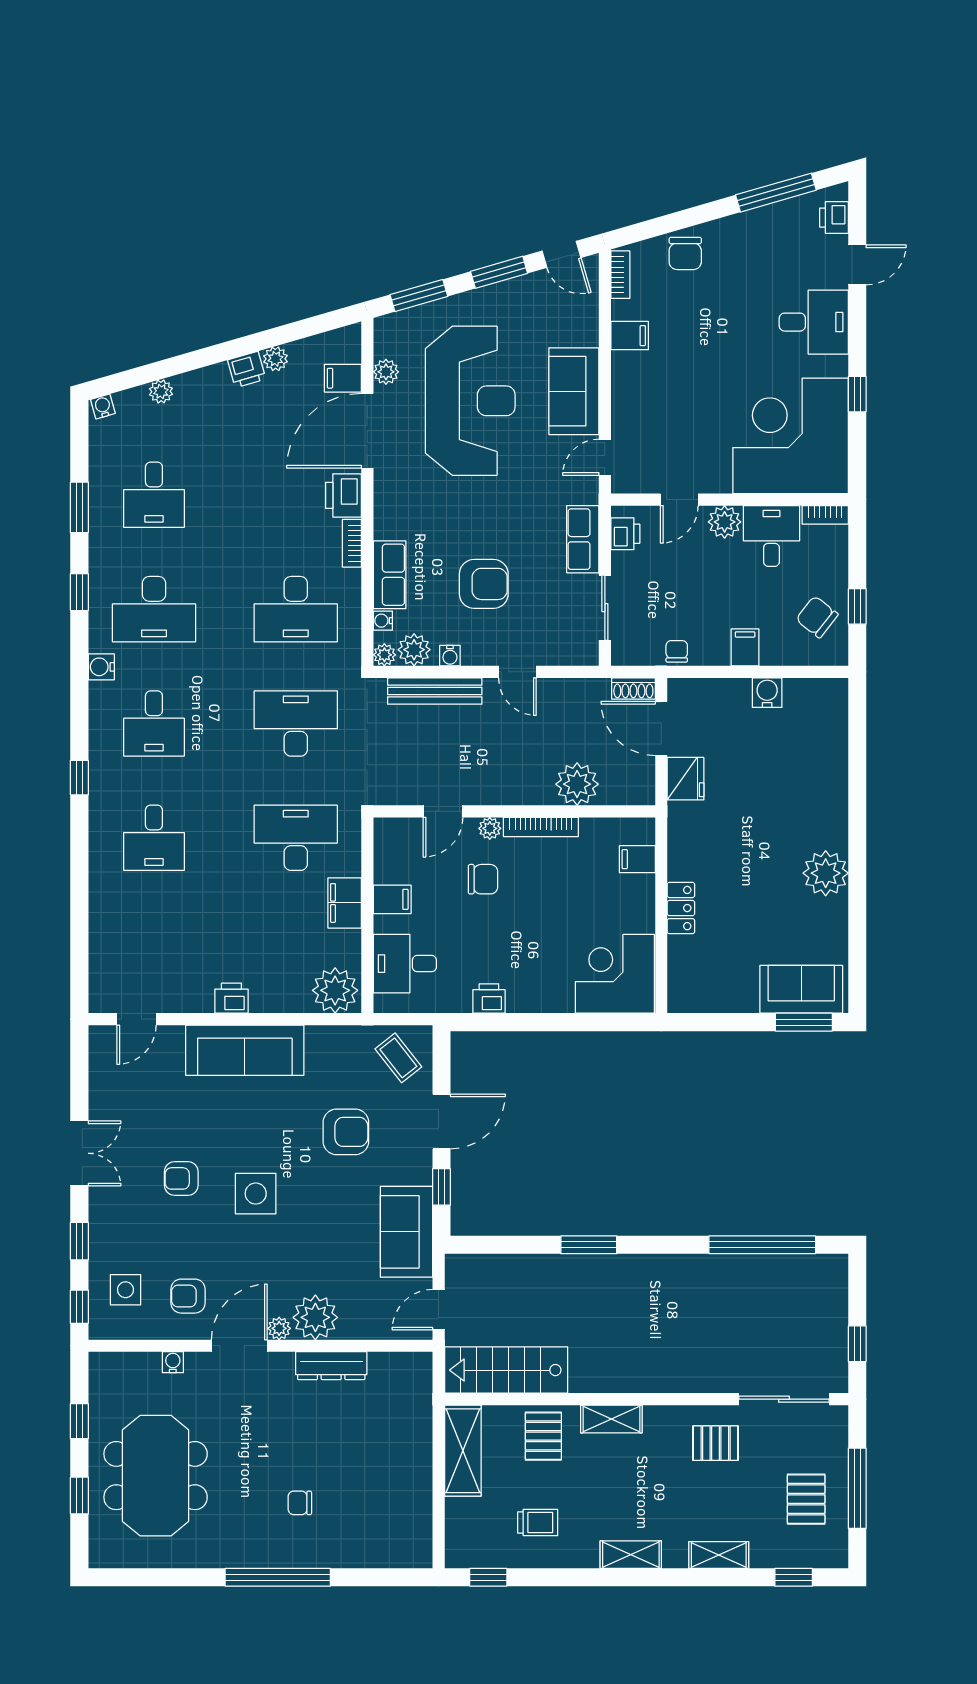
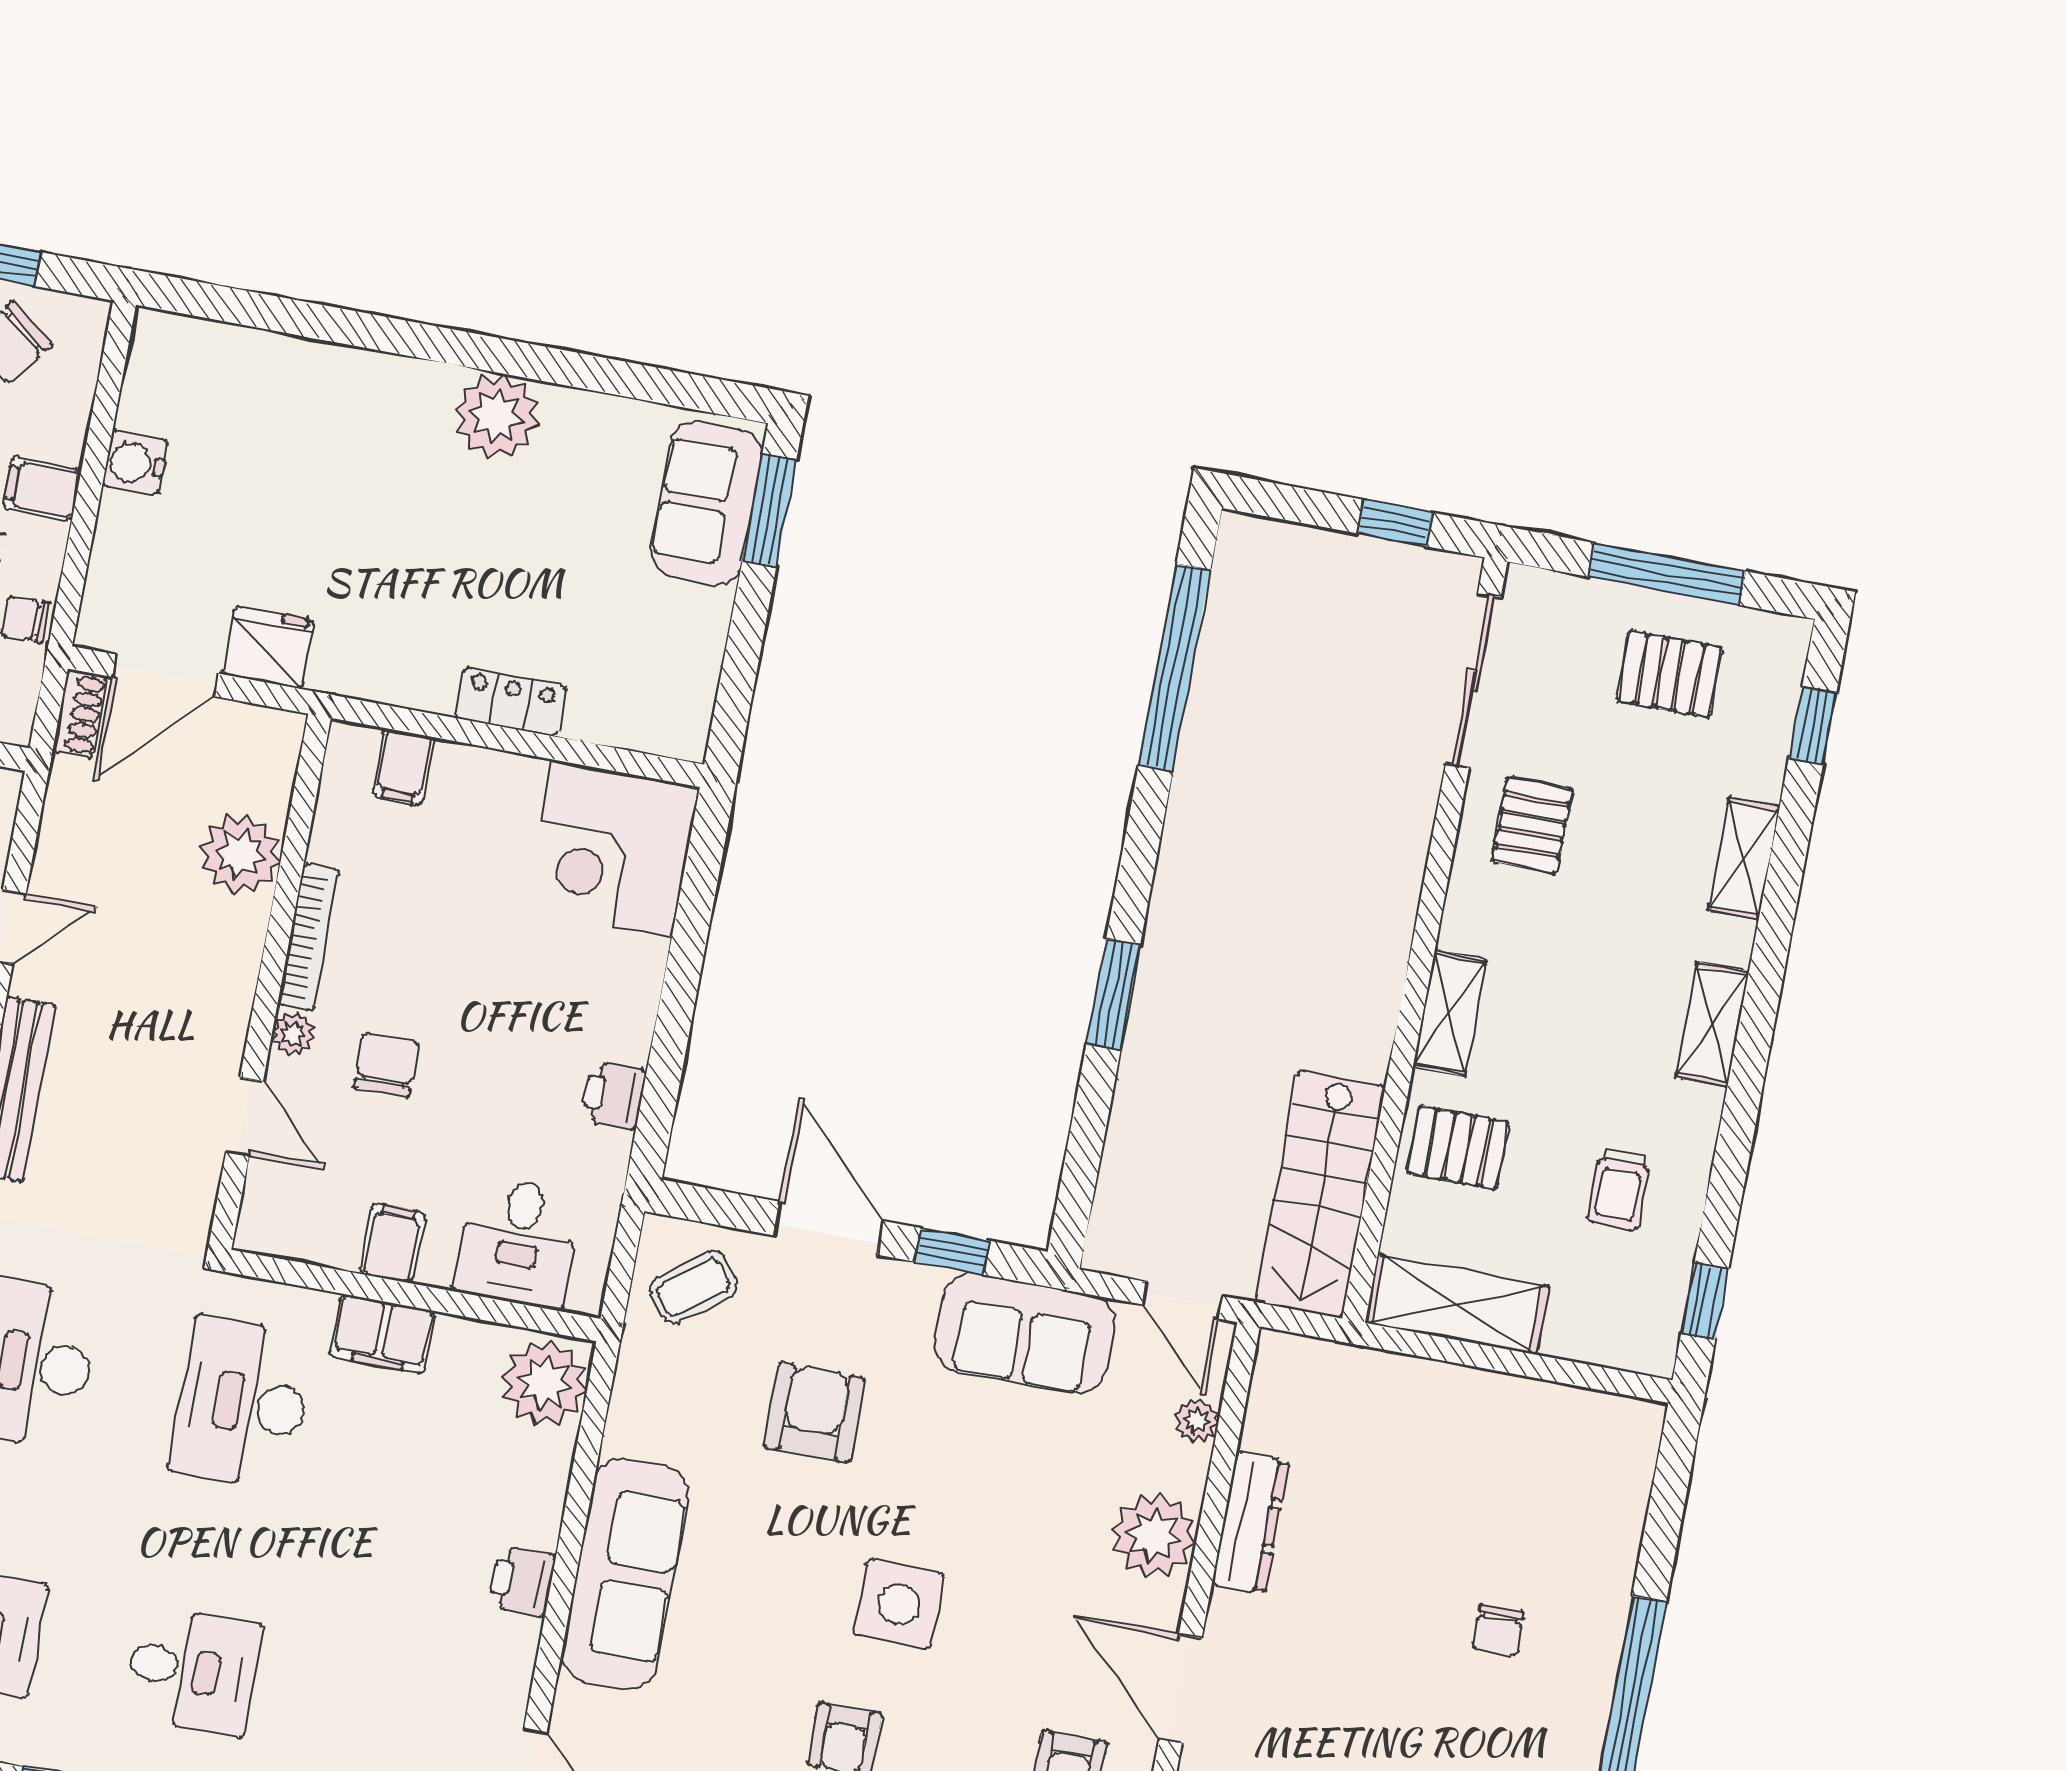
plant: (279, 1328) -> (1197, 1421), moved
trolley: (538, 1523) -> (1619, 1189), turned 180

